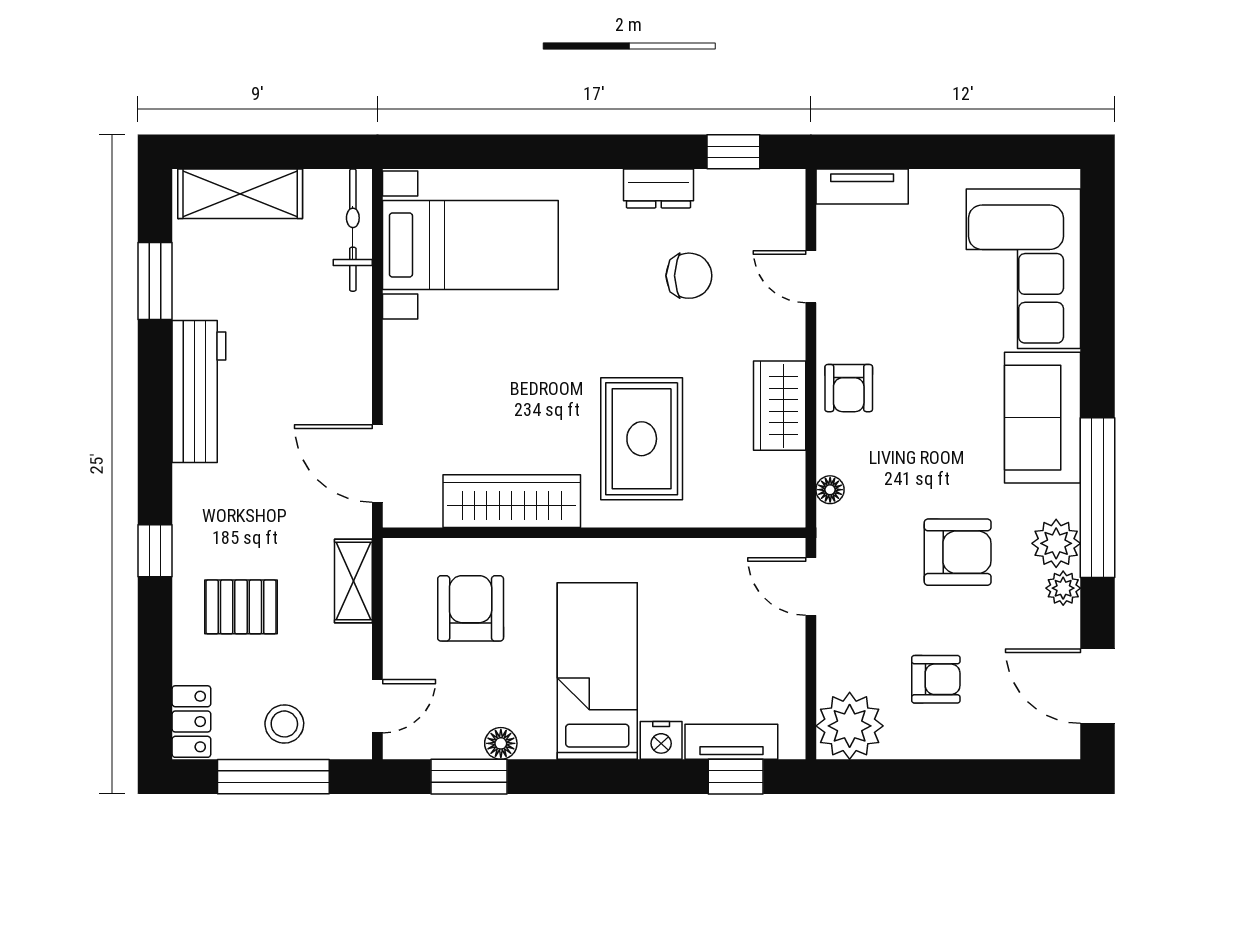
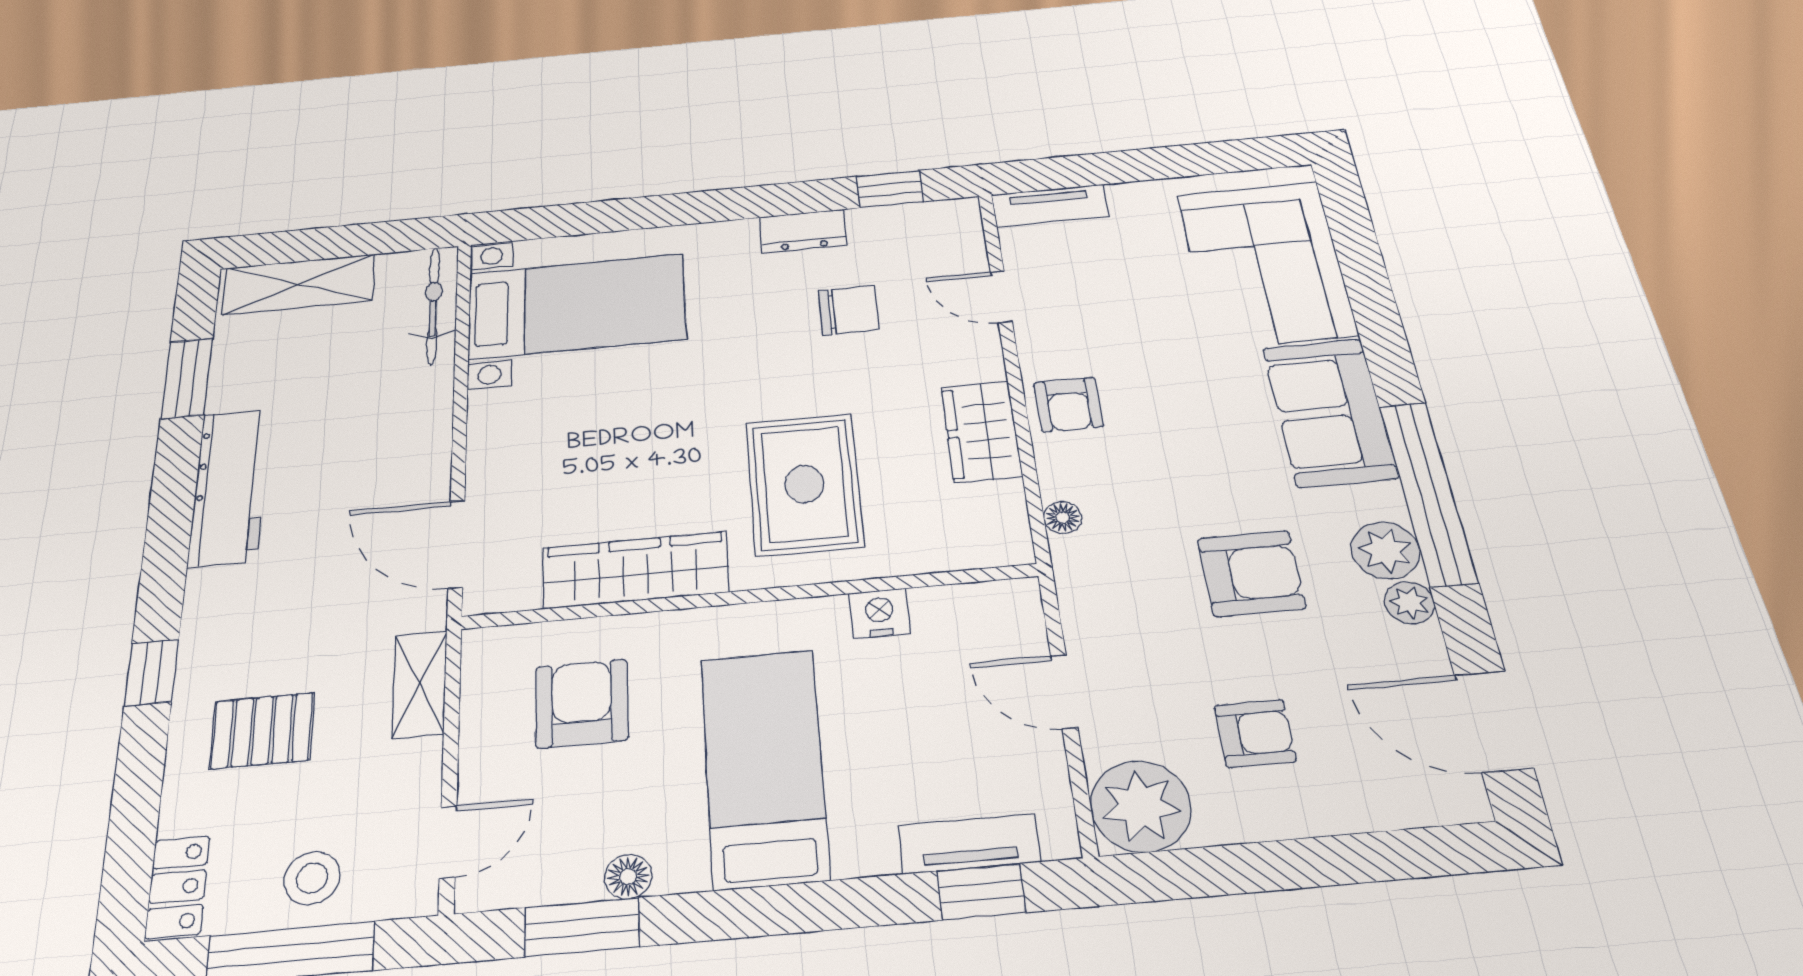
door: (811, 587) -> (1064, 691), moved
nightstand: (661, 740) -> (880, 613), moved, turned 180

